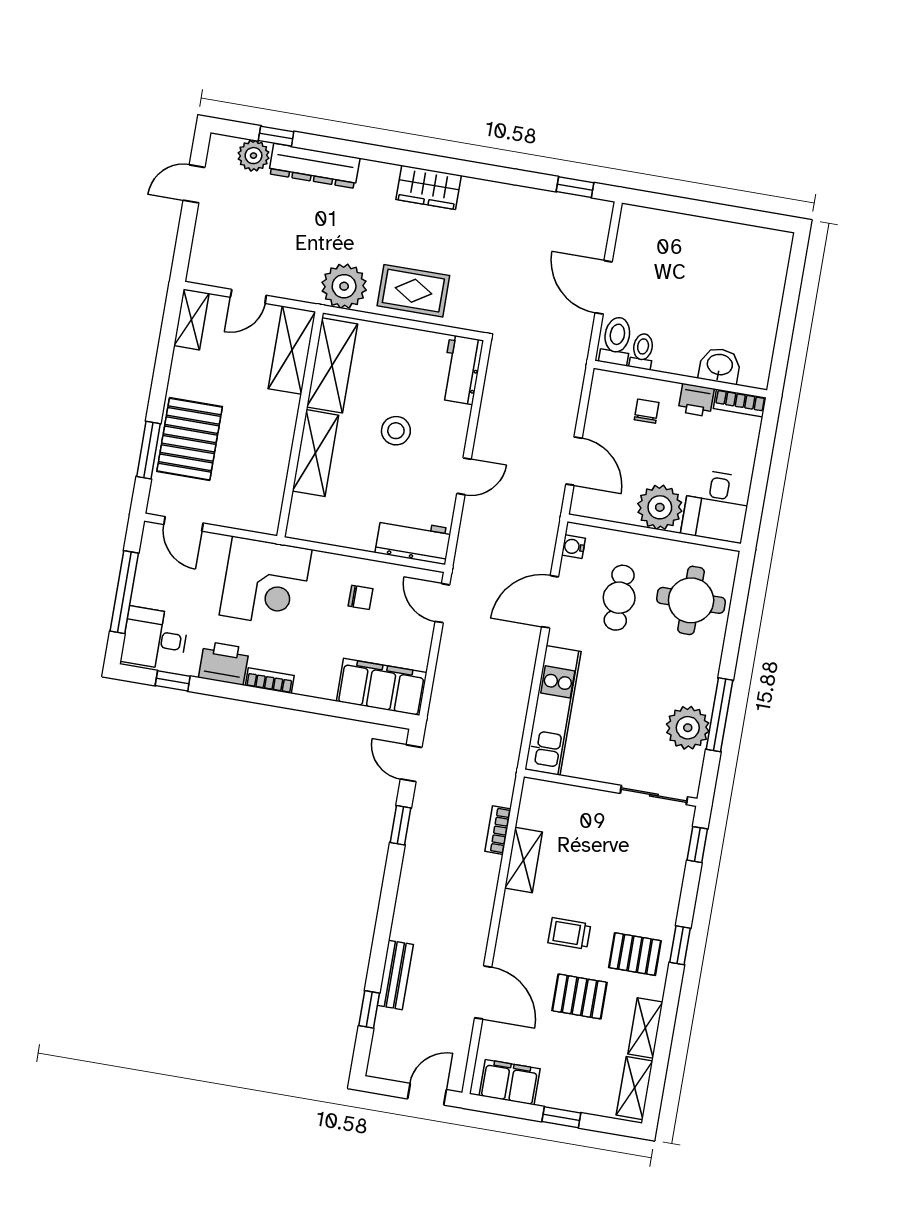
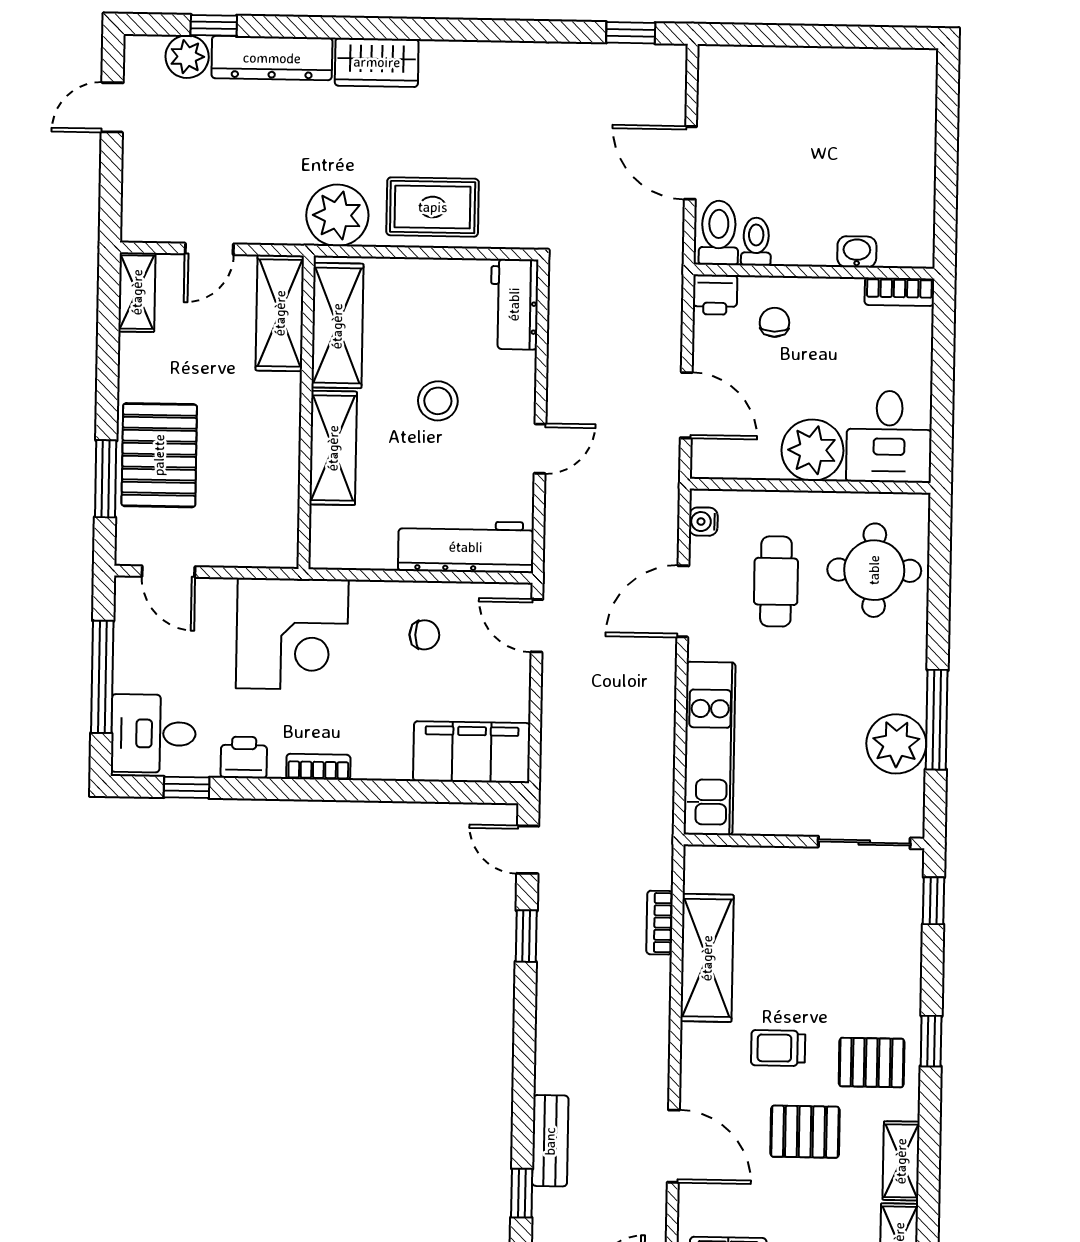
wardrobe: (429, 187) -> (377, 62), moved
washbasin: (720, 366) -> (857, 252), width x0.72, depth x0.69
printer: (696, 400) -> (715, 295), moved
workbench: (413, 541) -> (466, 547), width x1.38
printer: (224, 663) -> (244, 758), width x0.73, depth x0.81
shelving: (524, 860) -> (707, 958), width x1.50, depth x1.33

